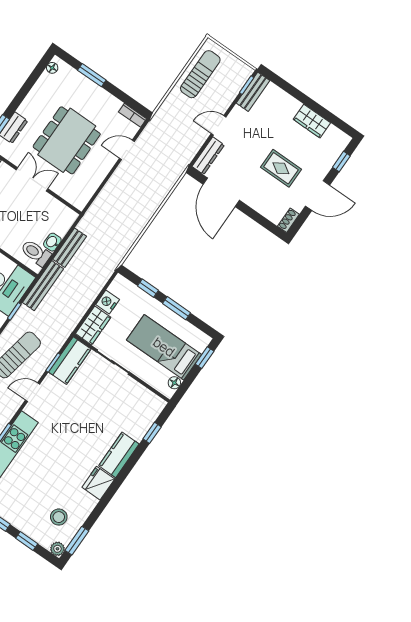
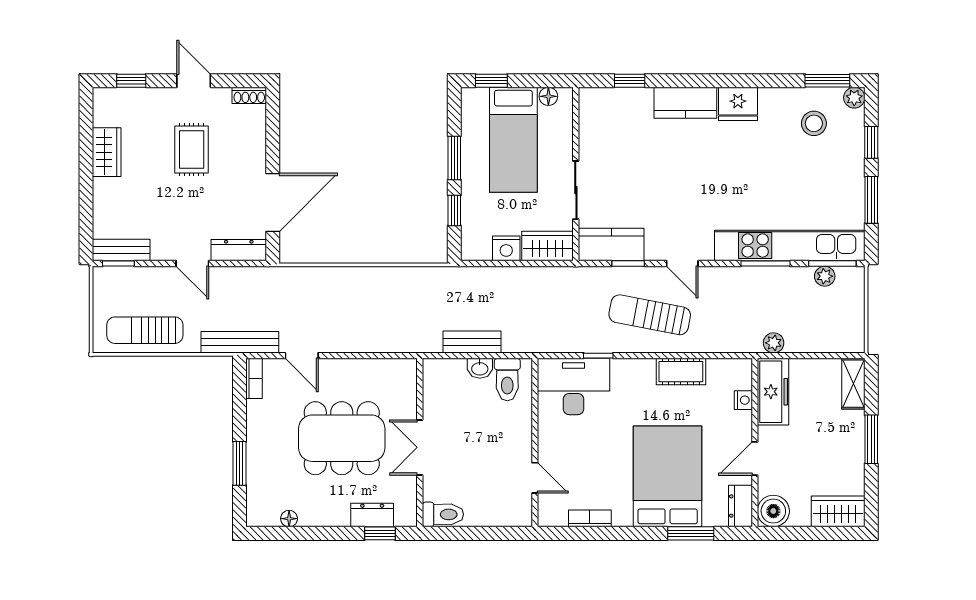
floor lamp: (52, 68) -> (289, 519), moved
door: (318, 196) -> (194, 81), width x0.73
bench: (43, 286) -> (240, 342), moved

